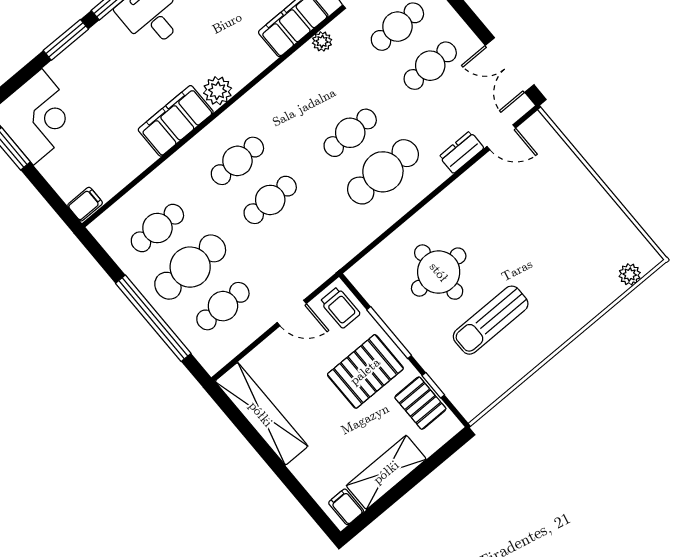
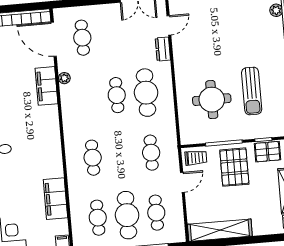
cafe table: (430, 66) -> (112, 35), removed
plant: (218, 91) -> (53, 144), removed
filing cabinet: (176, 121) -> (55, 199), moved
cafe table: (270, 200) -> (151, 153), moved

